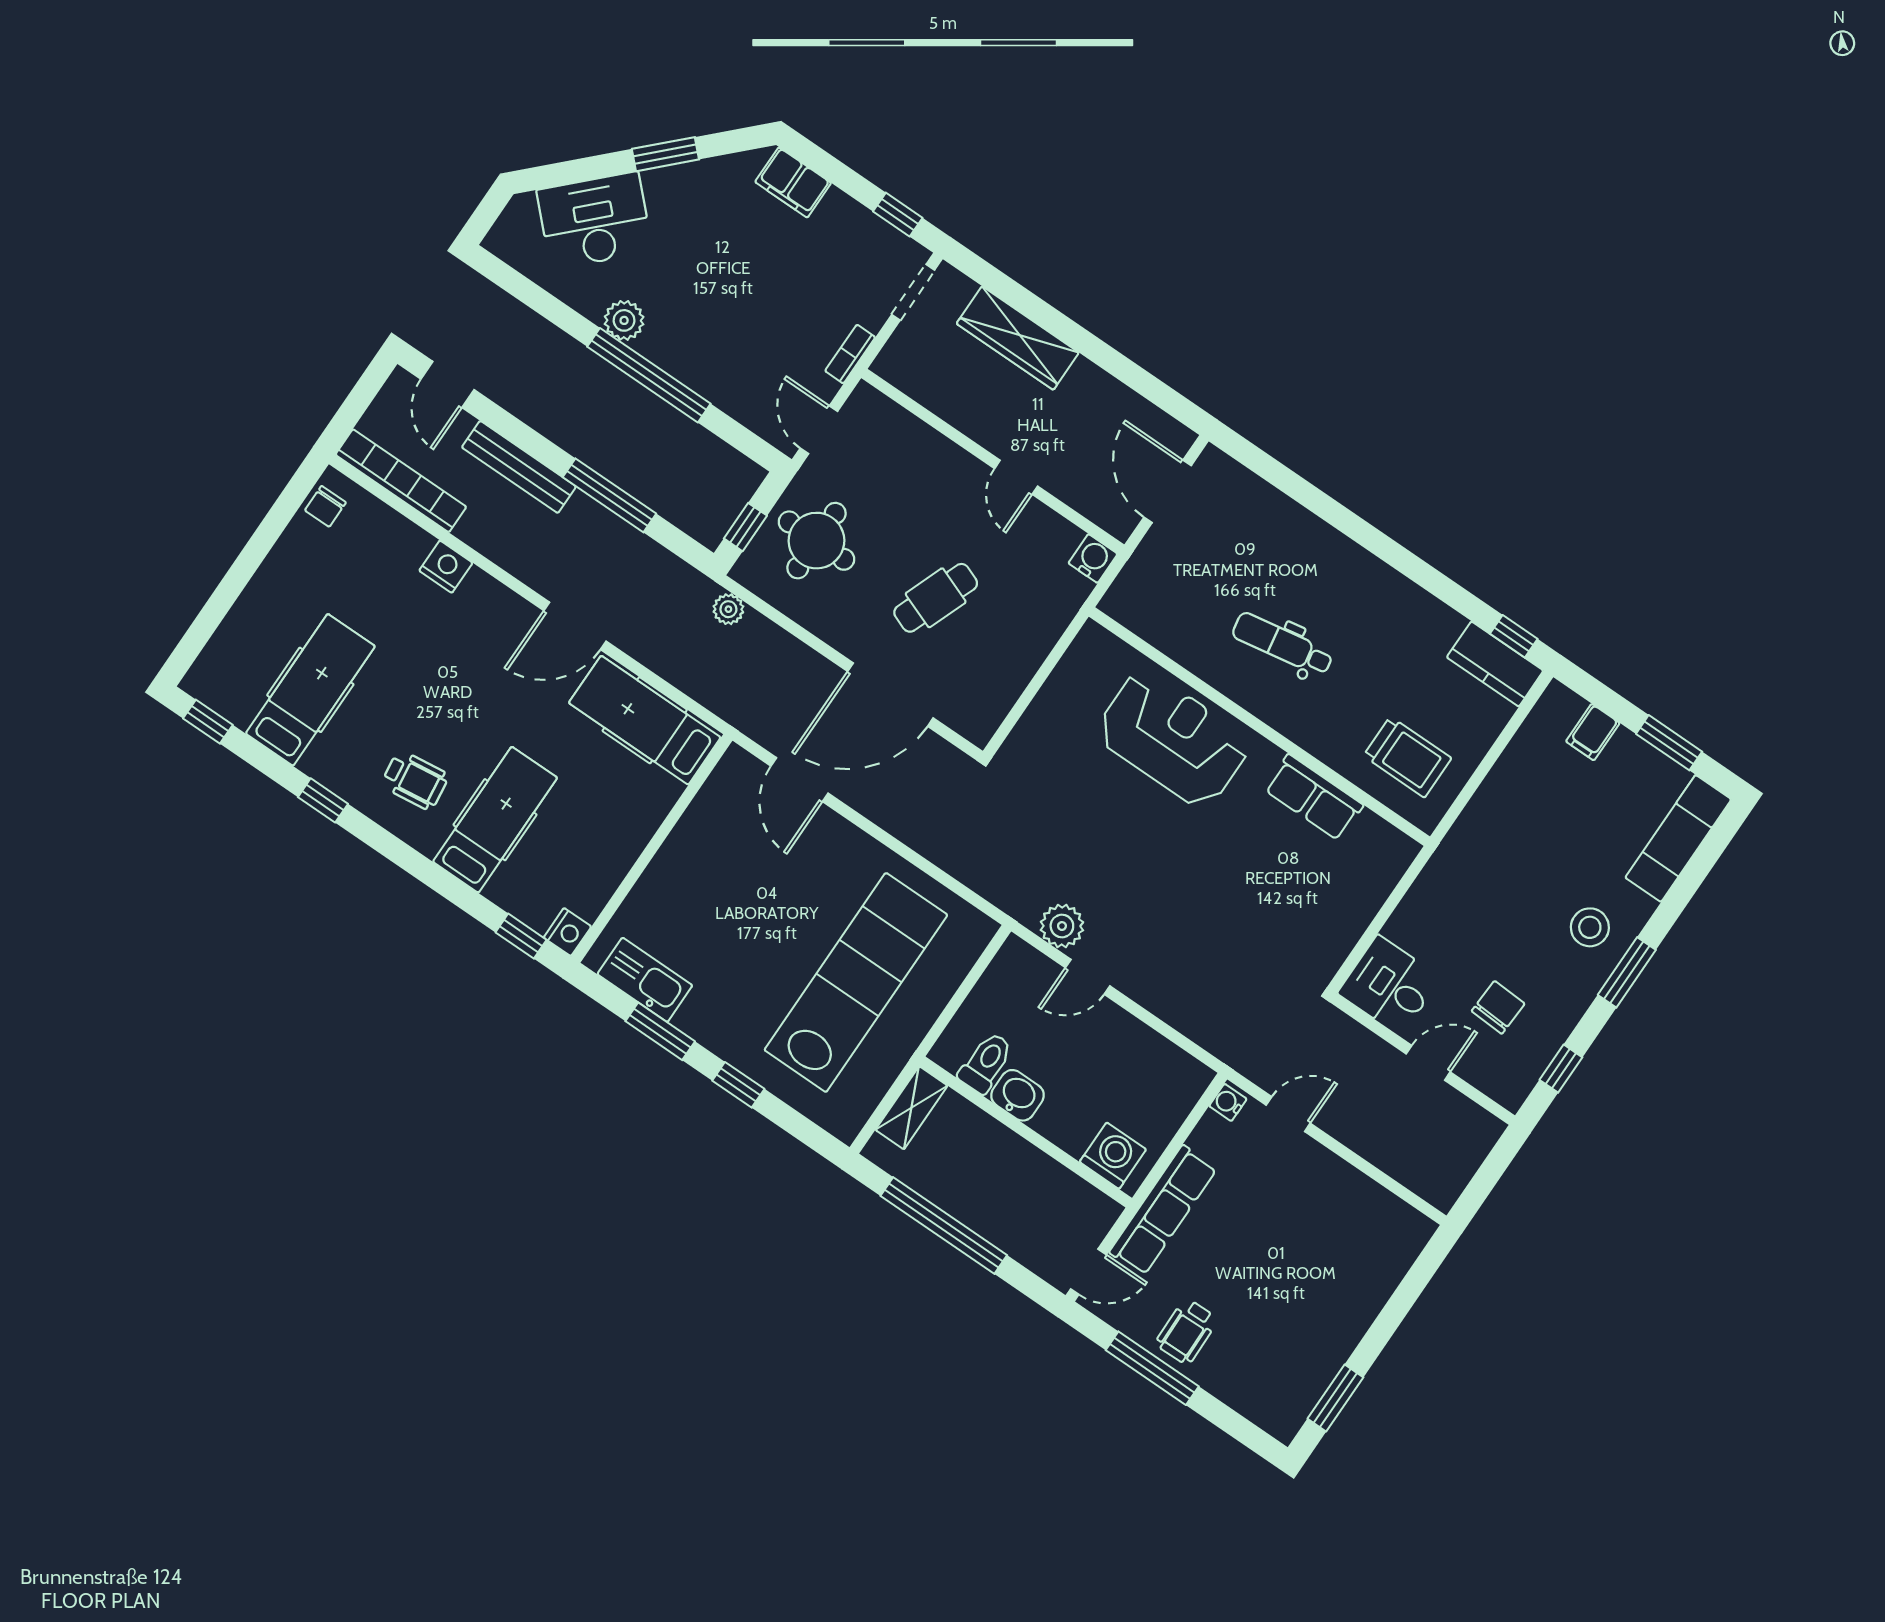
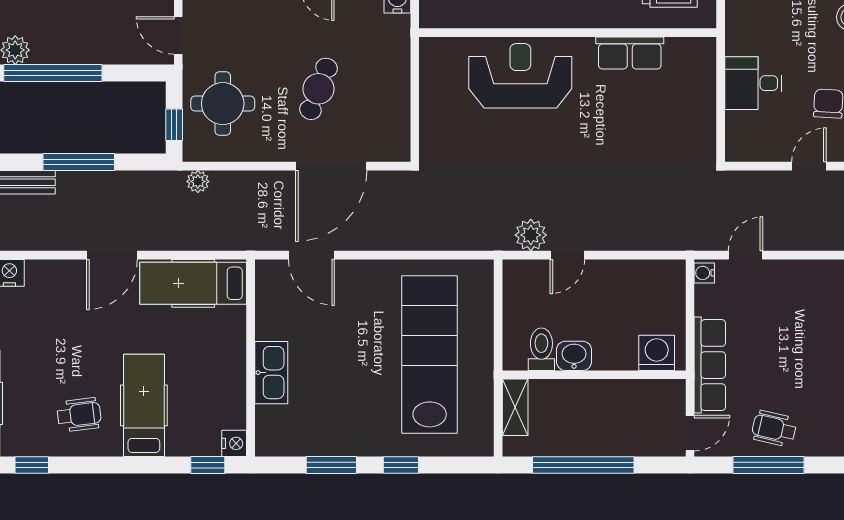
kitchen sink: (645, 980) -> (271, 373), moved, turned 90
desk: (1389, 985) -> (753, 83), moved
wheelchair: (1187, 1331) -> (774, 429), turned 104

